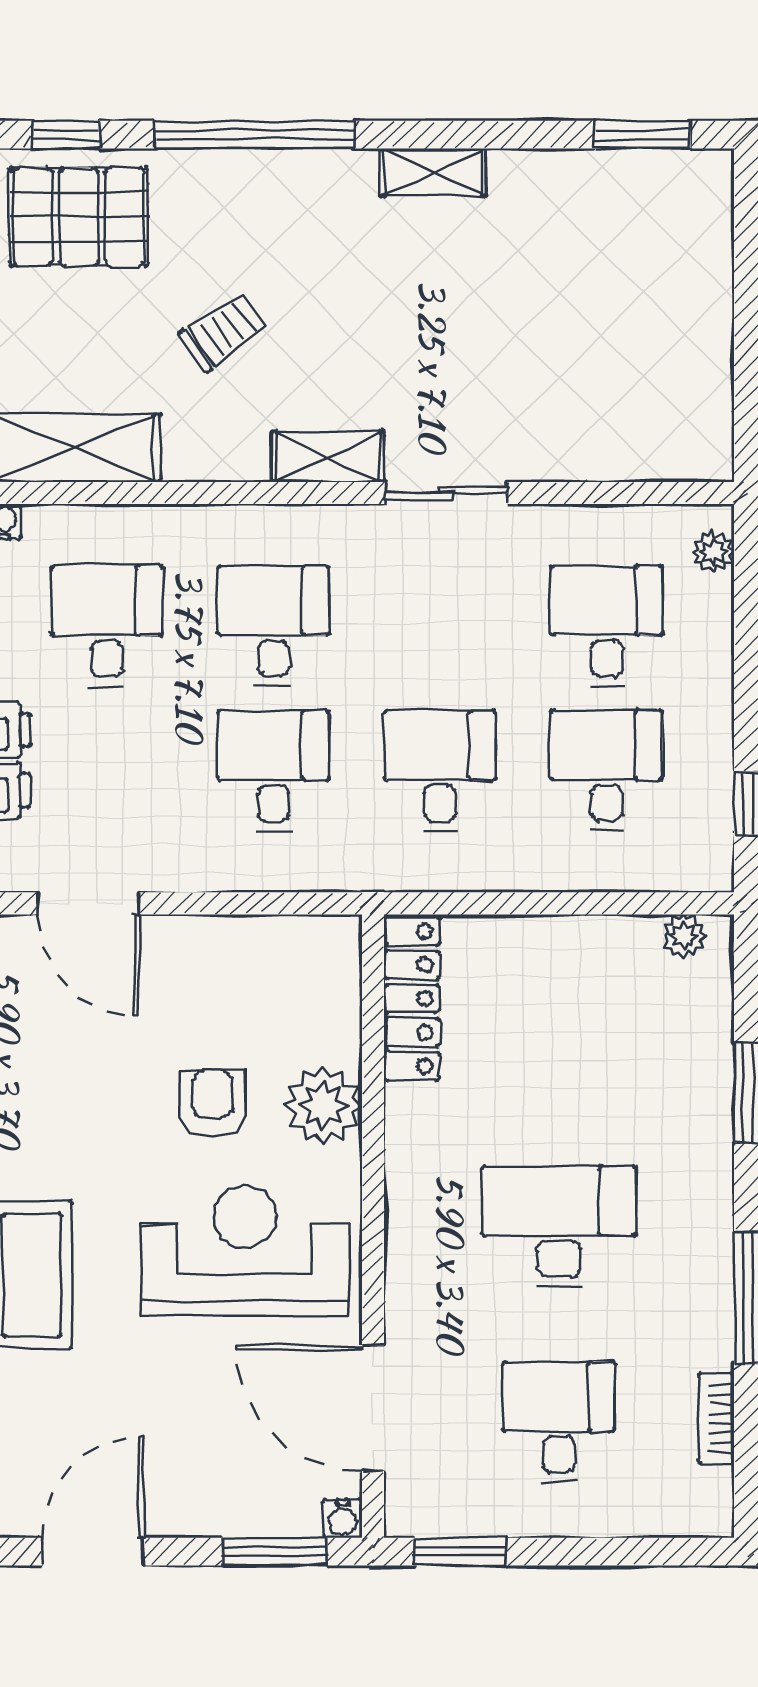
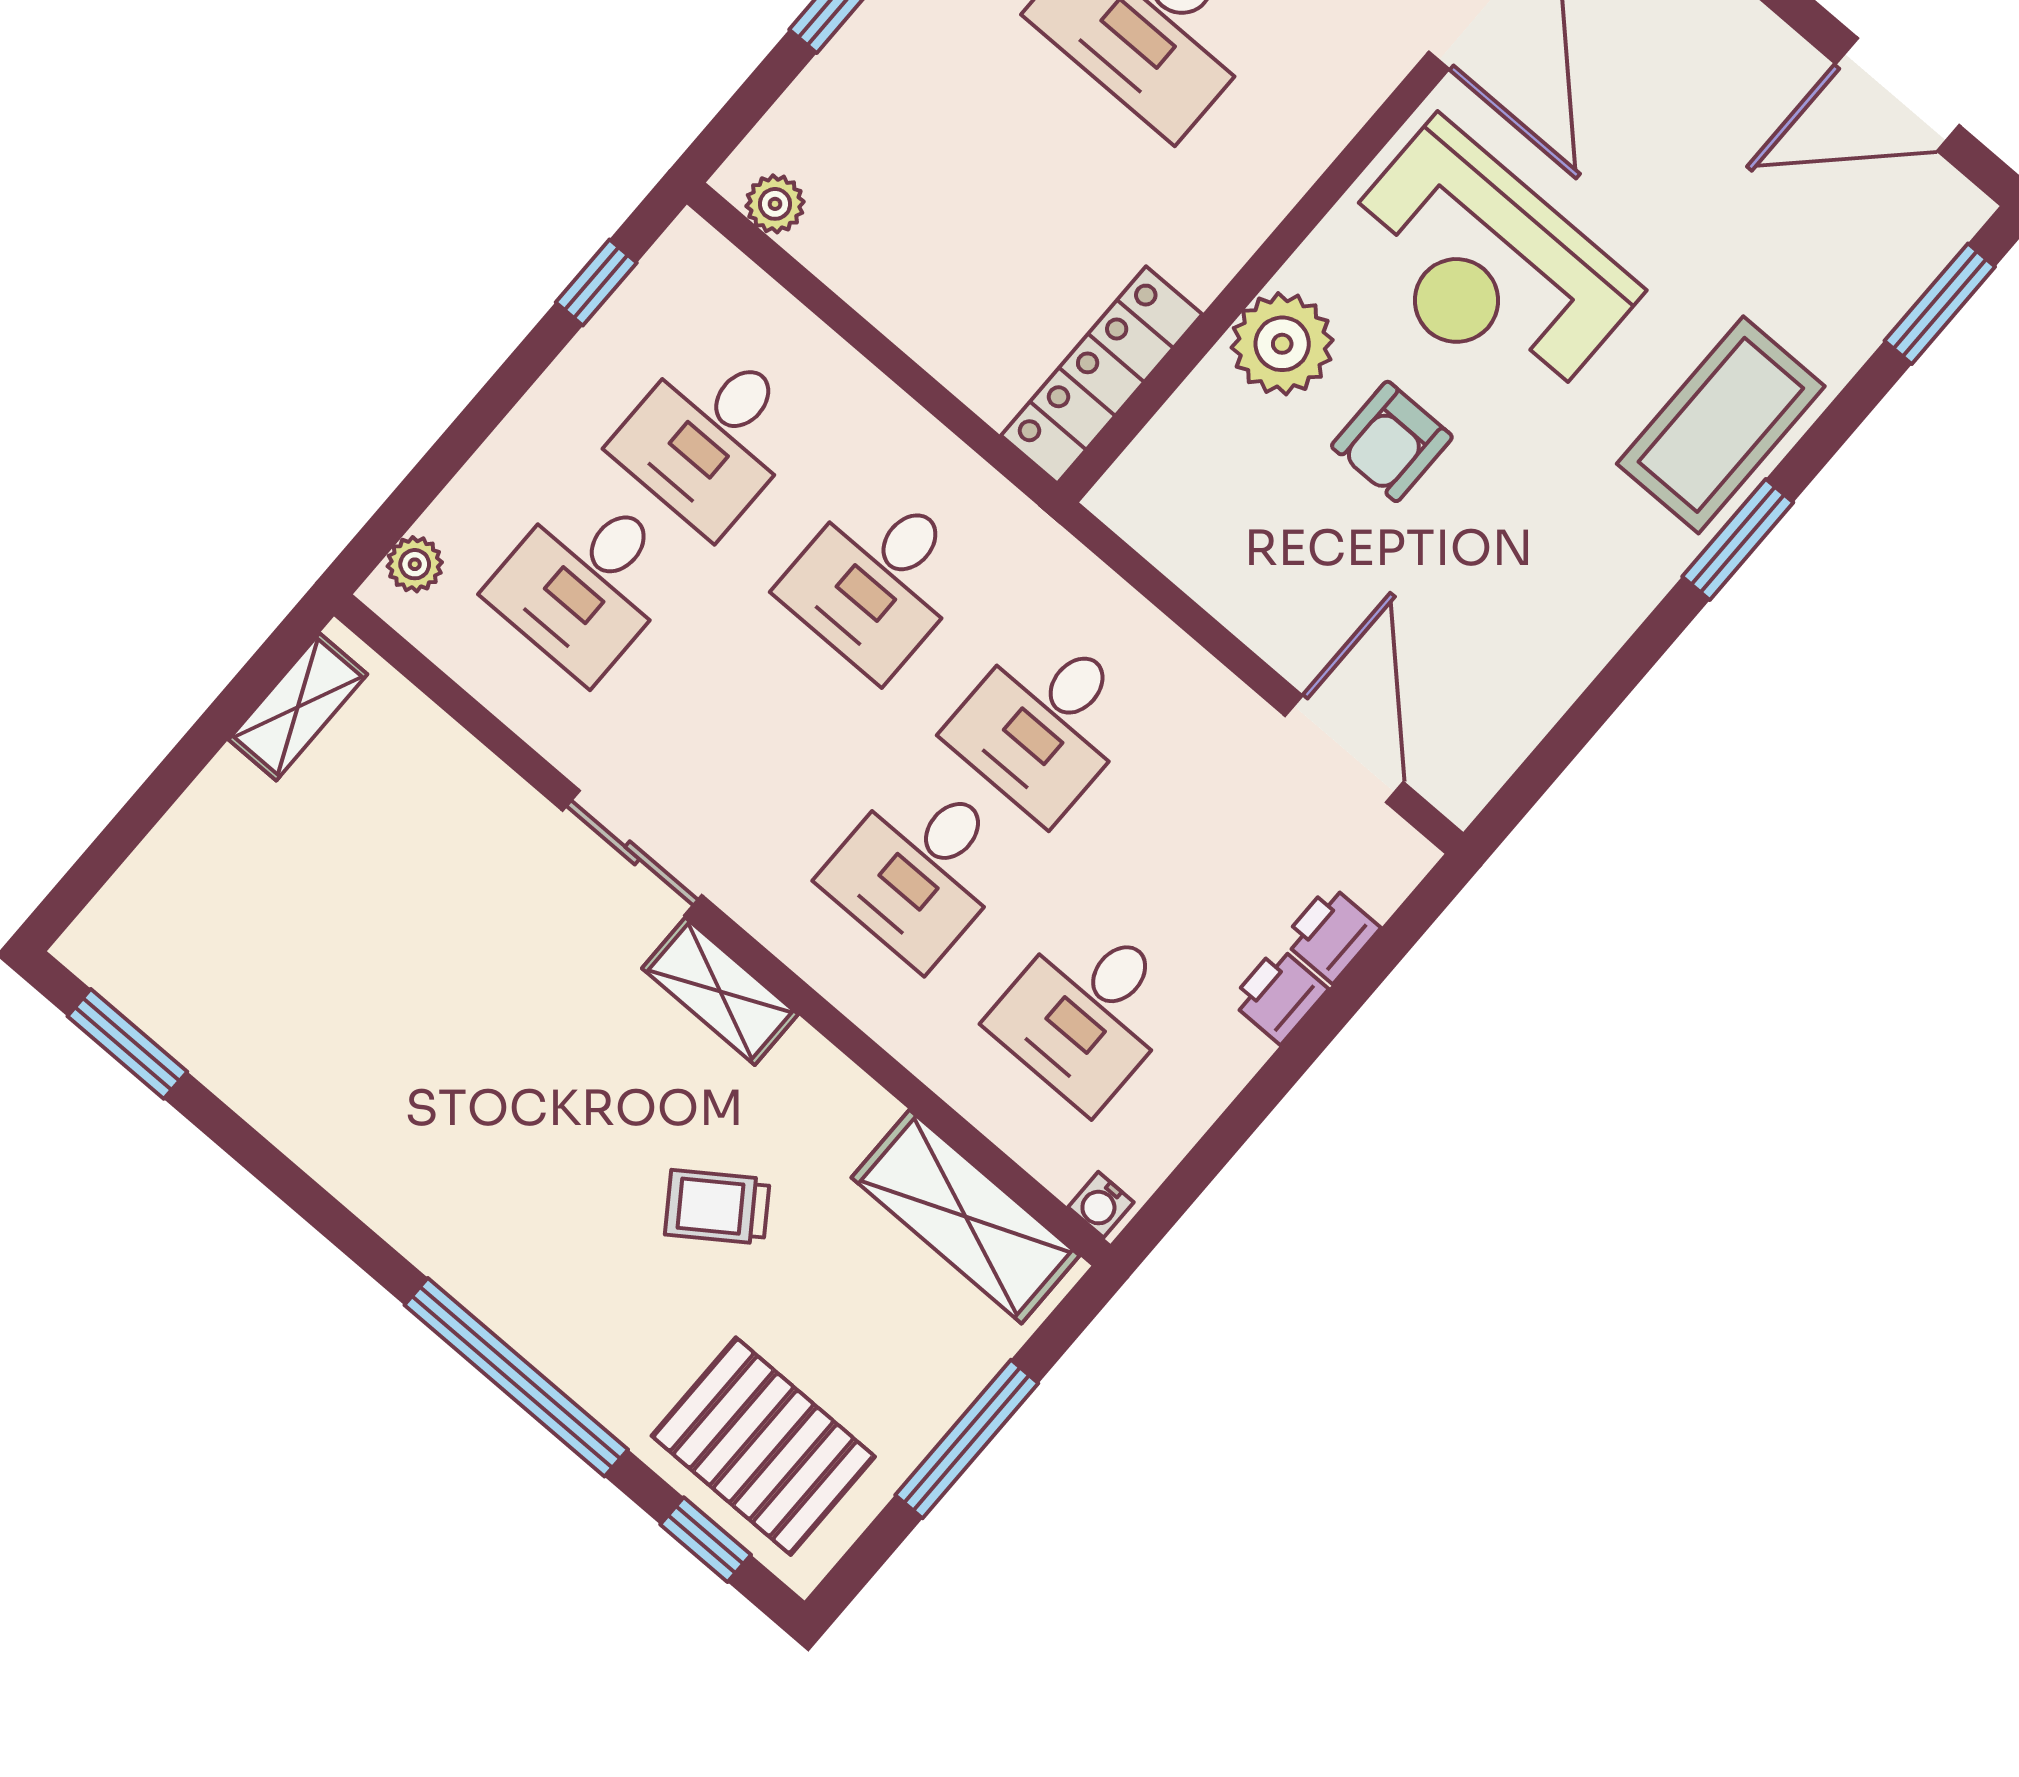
shelving: (433, 172) -> (298, 707), moved, turned 90

